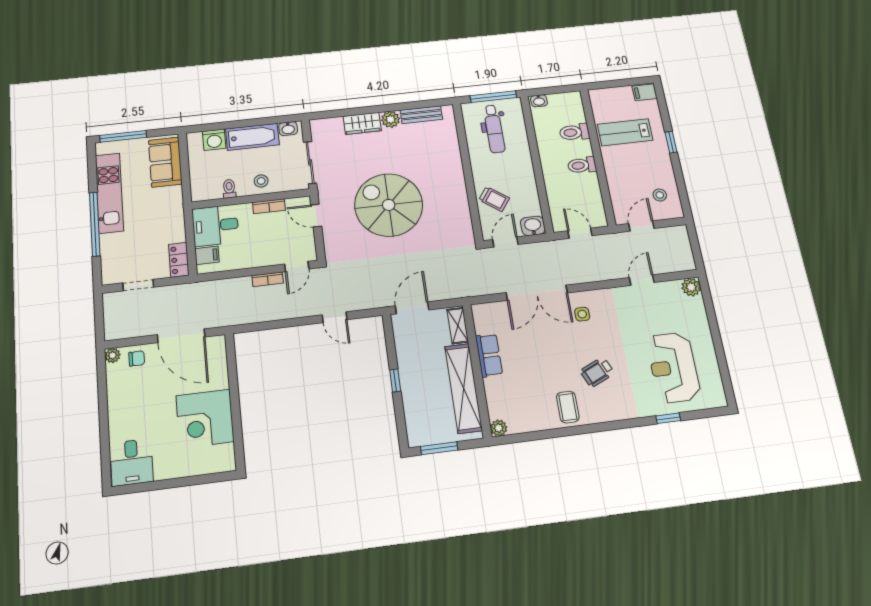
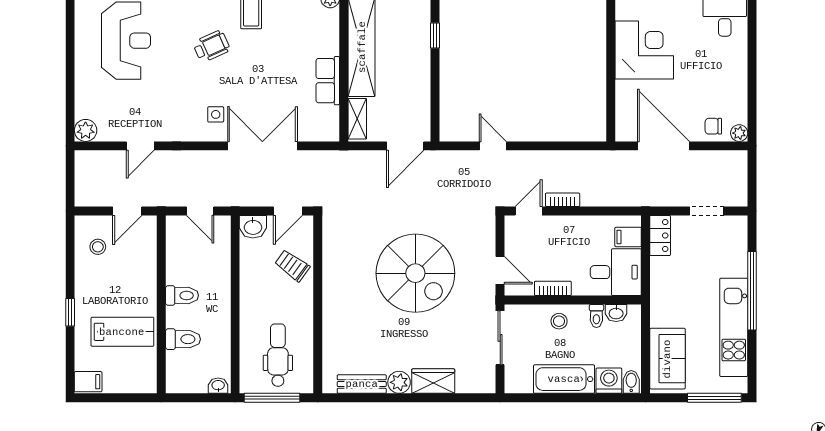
washbasin: (288, 129) -> (616, 313), moved, turned 180
bidet: (195, 141) -> (631, 382), added
window: (395, 380) -> (435, 36), moved

